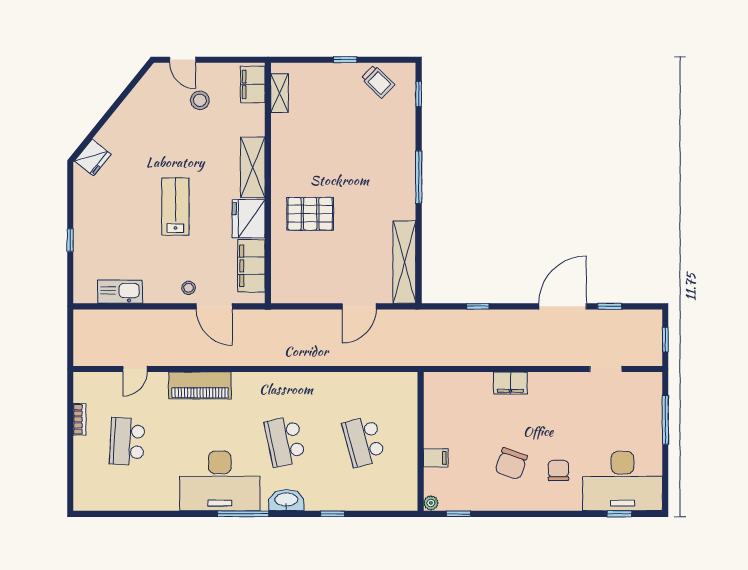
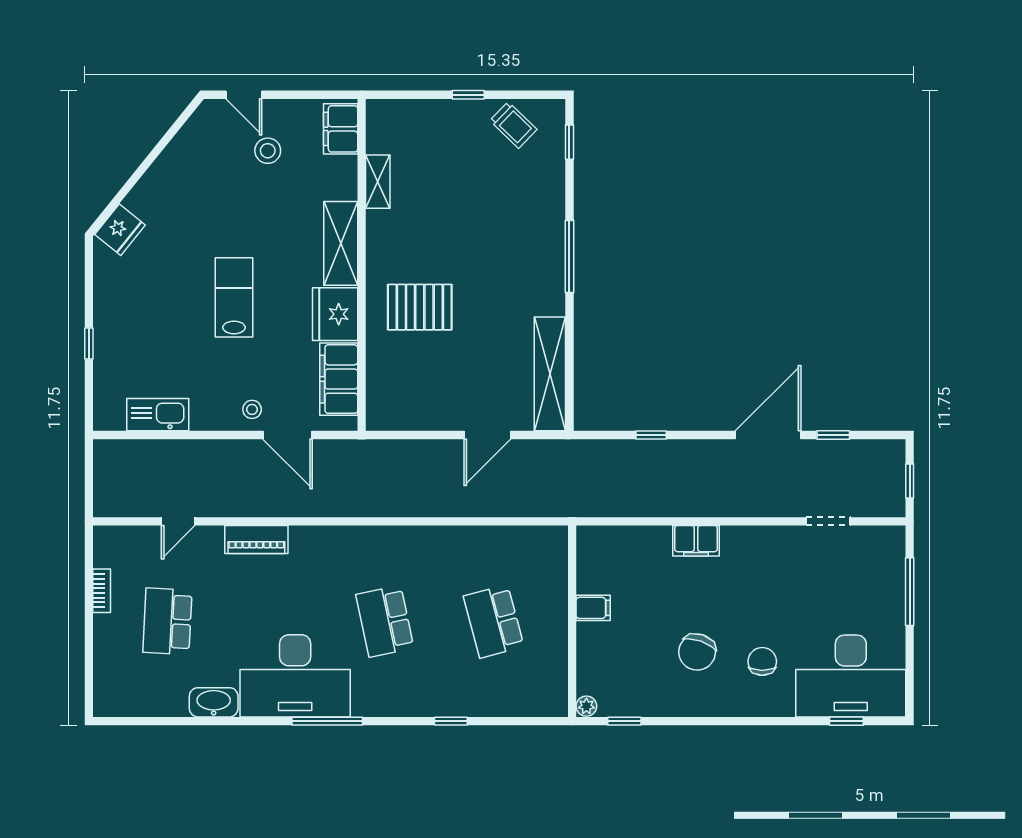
shelving: (280, 93) -> (378, 182), moved
piano: (200, 385) -> (256, 539), width x0.73, depth x0.75
filing cabinet: (436, 458) -> (593, 608), moved
washbasin: (286, 500) -> (214, 702), moved

